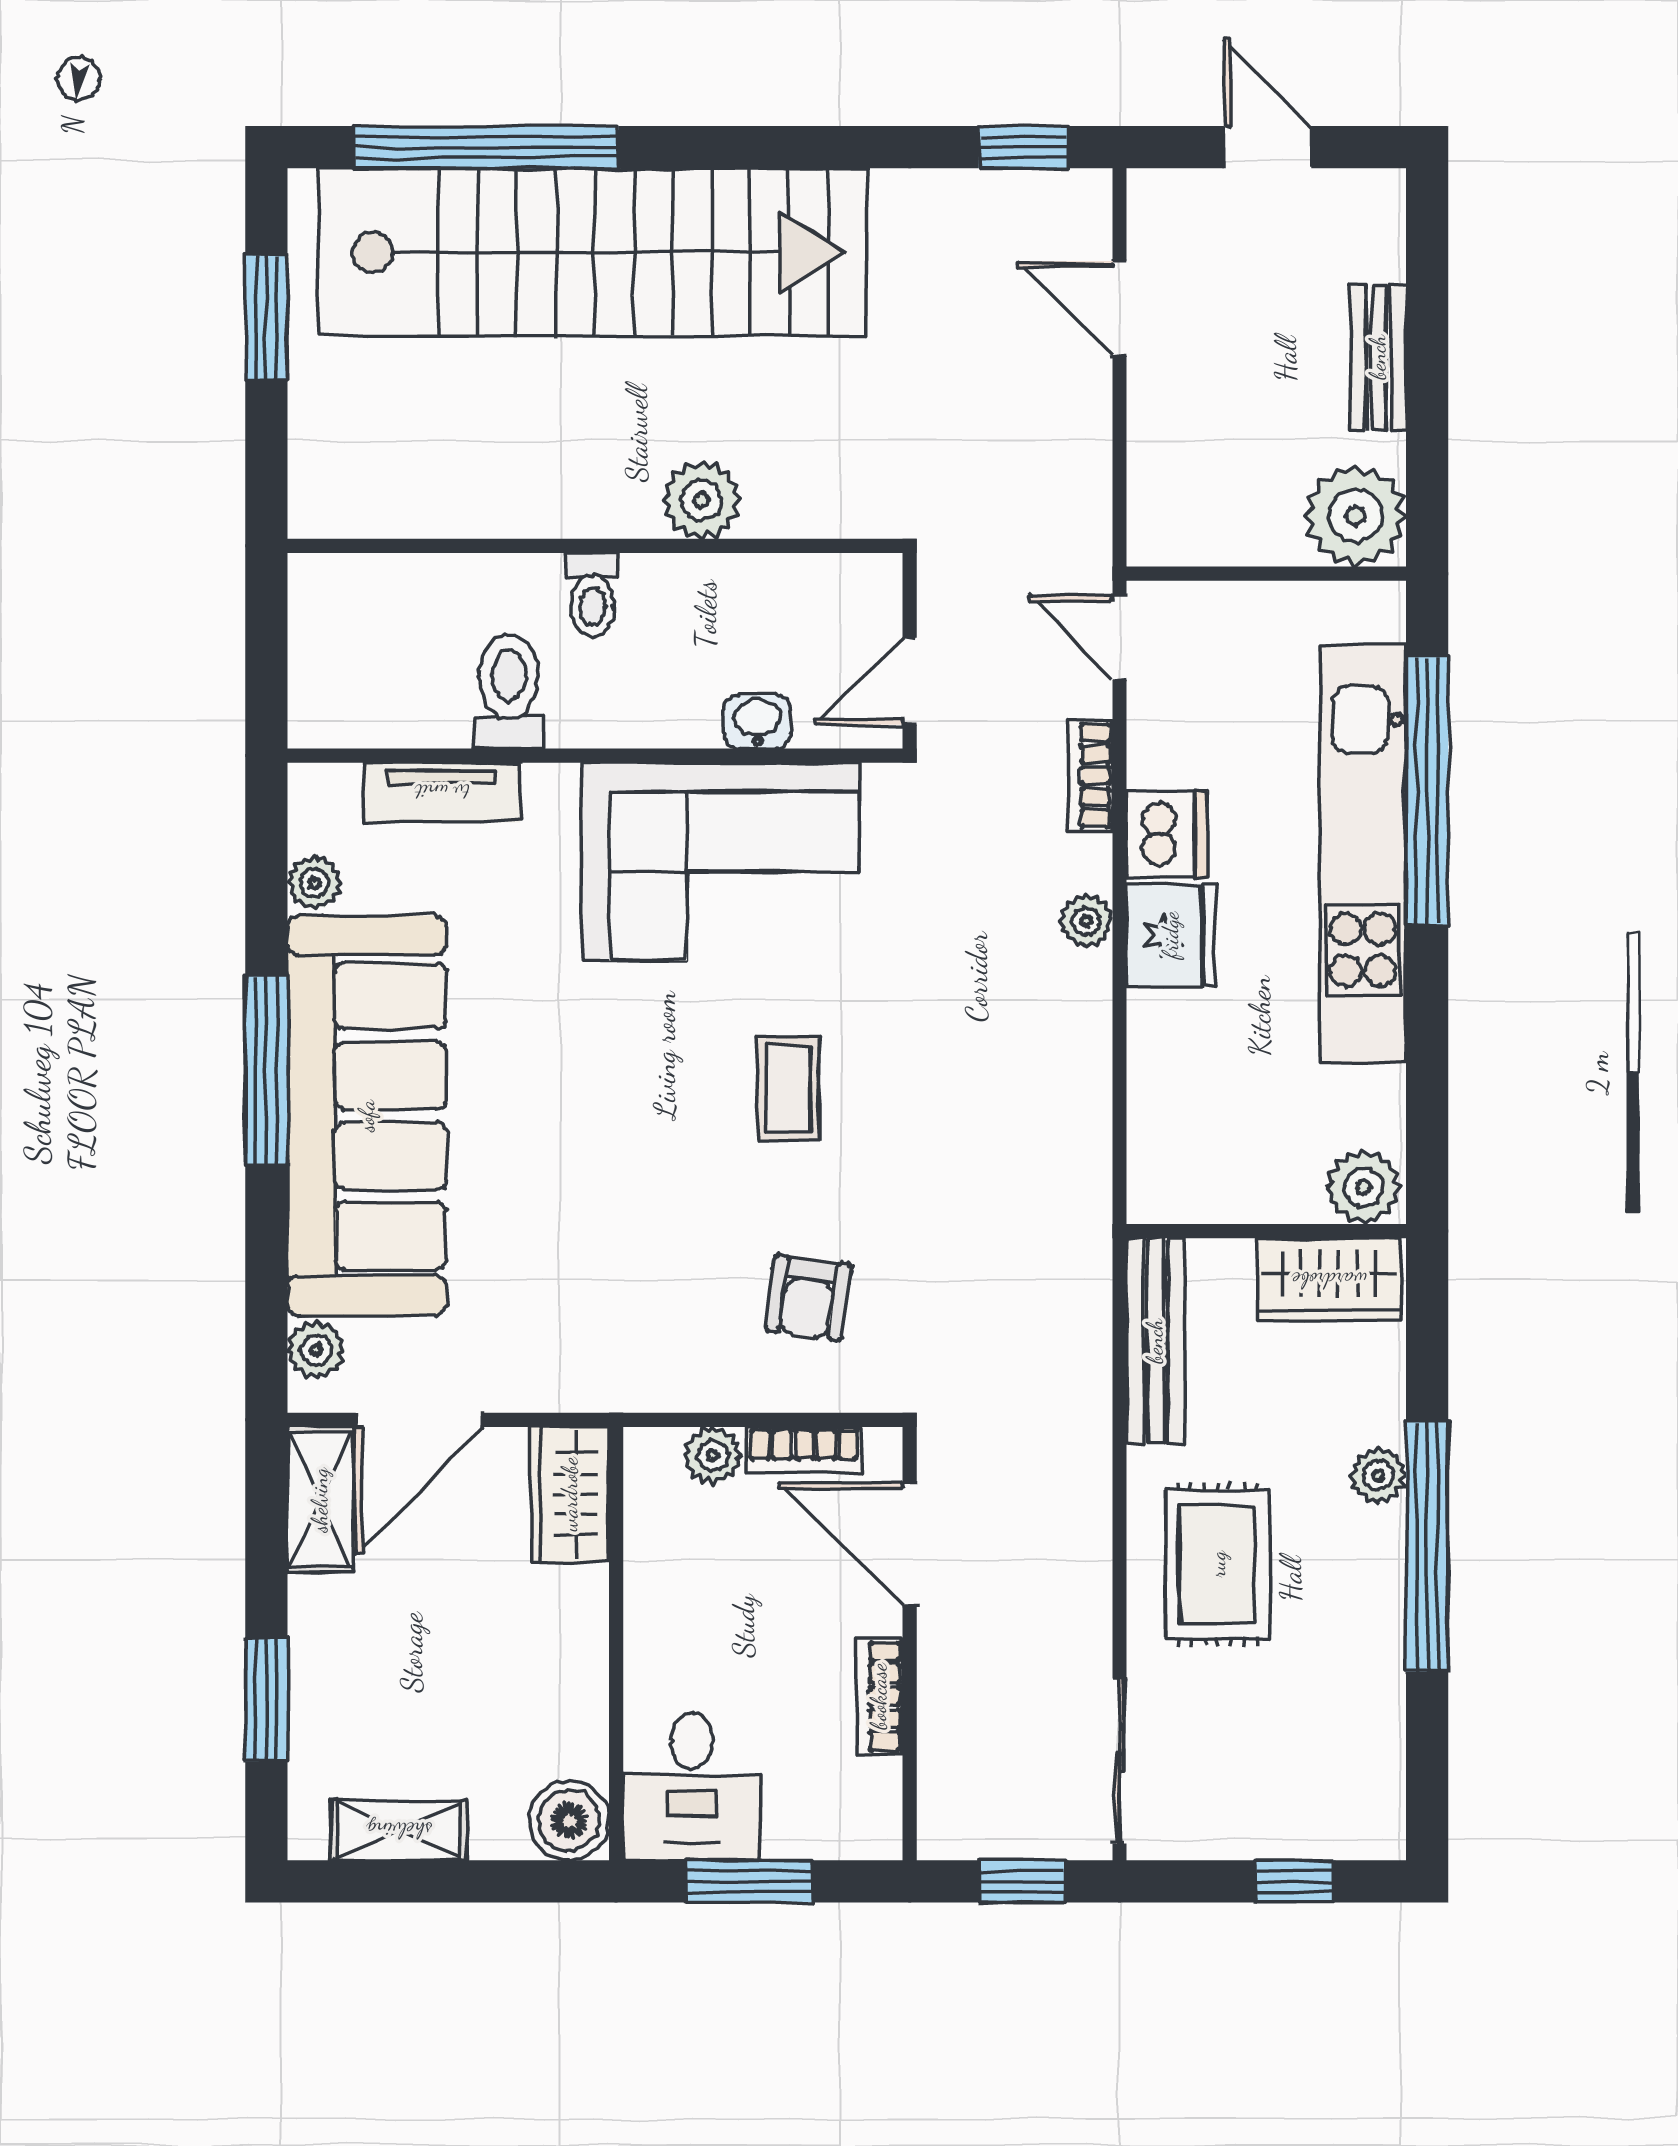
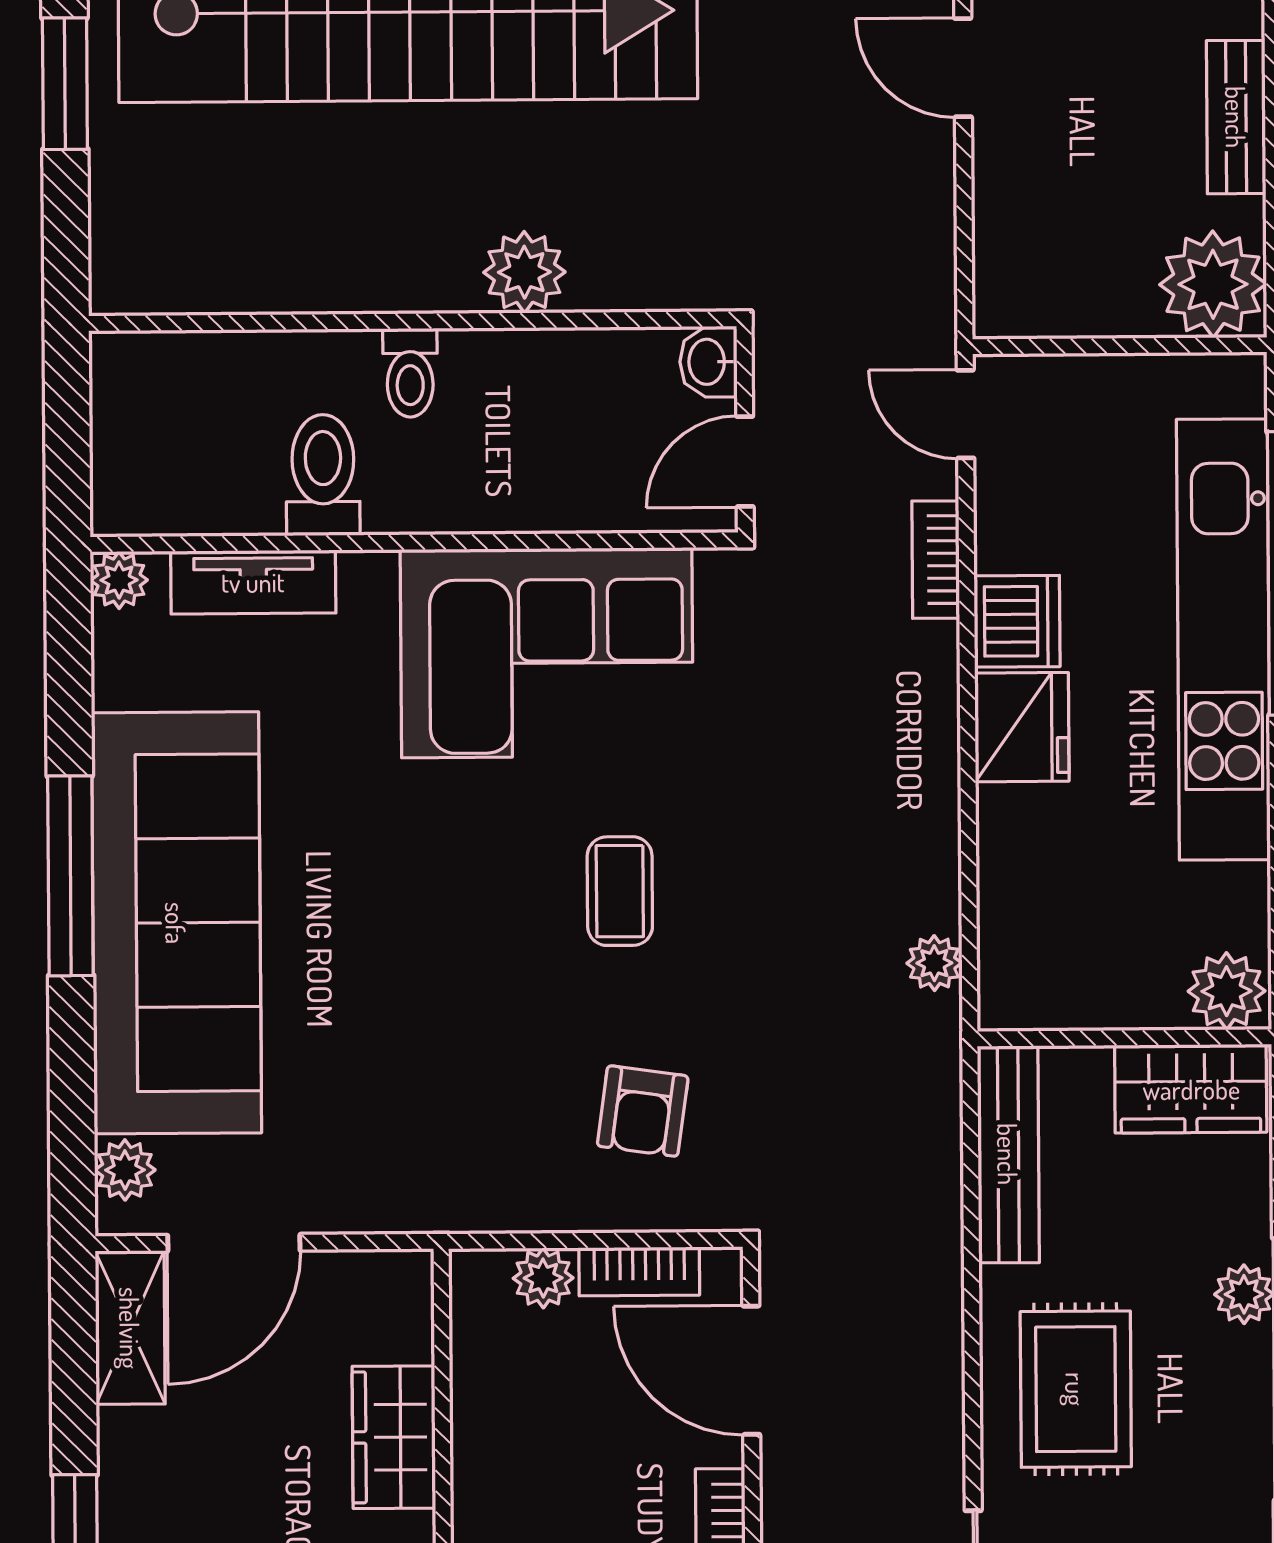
washbasin: (757, 721) -> (708, 362), moved, turned -90
plant: (314, 883) -> (119, 580), moved
plant: (1086, 921) -> (934, 963), moved
wardrobe: (570, 1494) -> (394, 1437), moved

